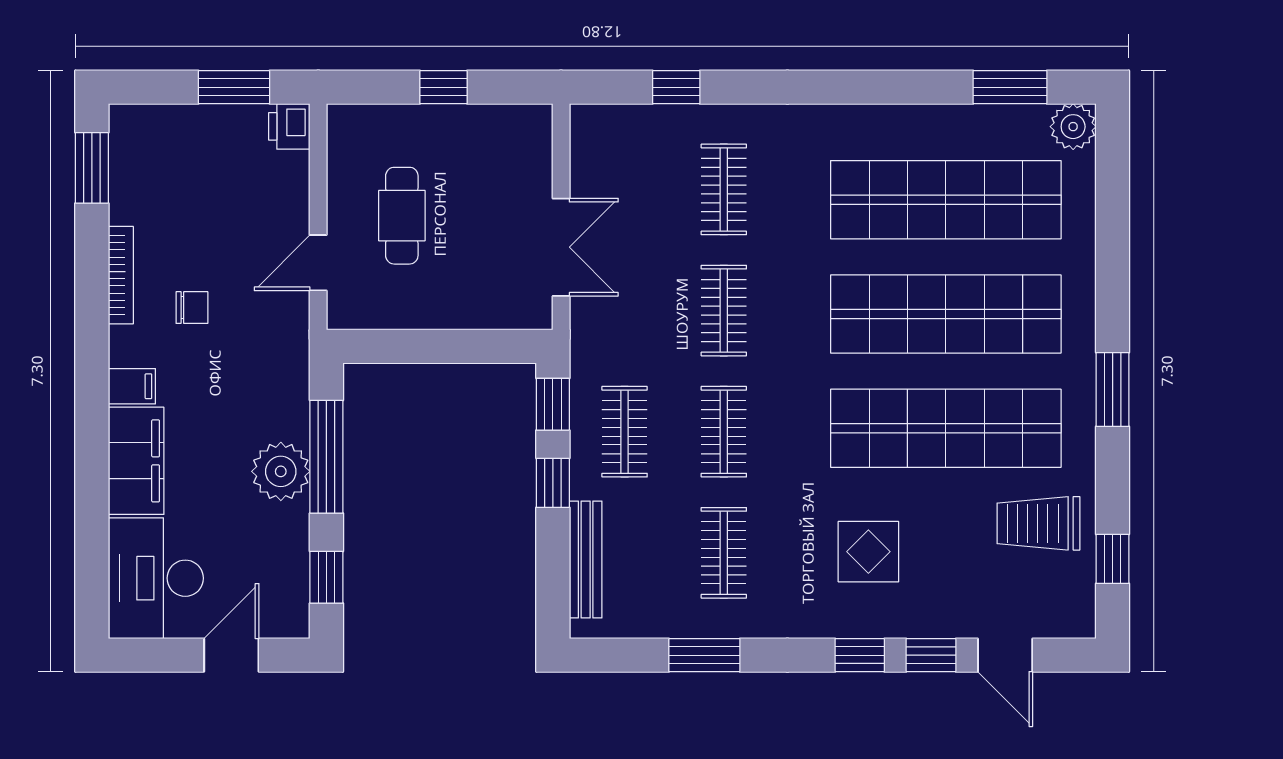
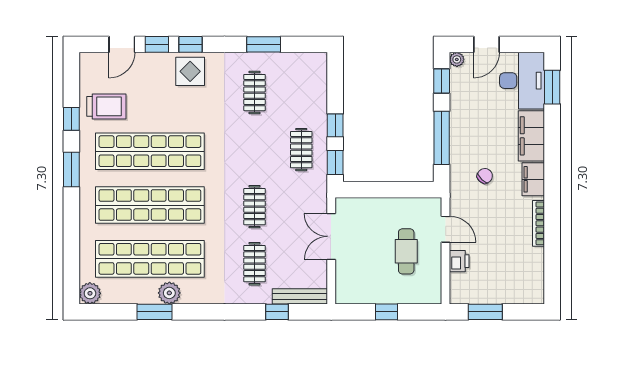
window: (1010, 87) -> (155, 312), moved
printer: (289, 126) -> (459, 261), moved
plant: (905, 127) -> (169, 293), added
window: (92, 168) -> (552, 87), moved
door: (318, 263) -> (446, 229), hinge flipped
chair: (192, 308) -> (485, 176), moved, turned 133
filing cabinet: (132, 386) -> (533, 179), width x2.00
clothes rail: (724, 432) -> (255, 150), removed
plant: (281, 471) -> (457, 59), moved, width x0.53, depth x0.53
display table: (868, 552) -> (190, 71), moved
bench: (586, 559) -> (300, 296), moved, turned 90
window: (1113, 559) -> (71, 119), moved
door: (1005, 655) -> (122, 44), swing flipped

